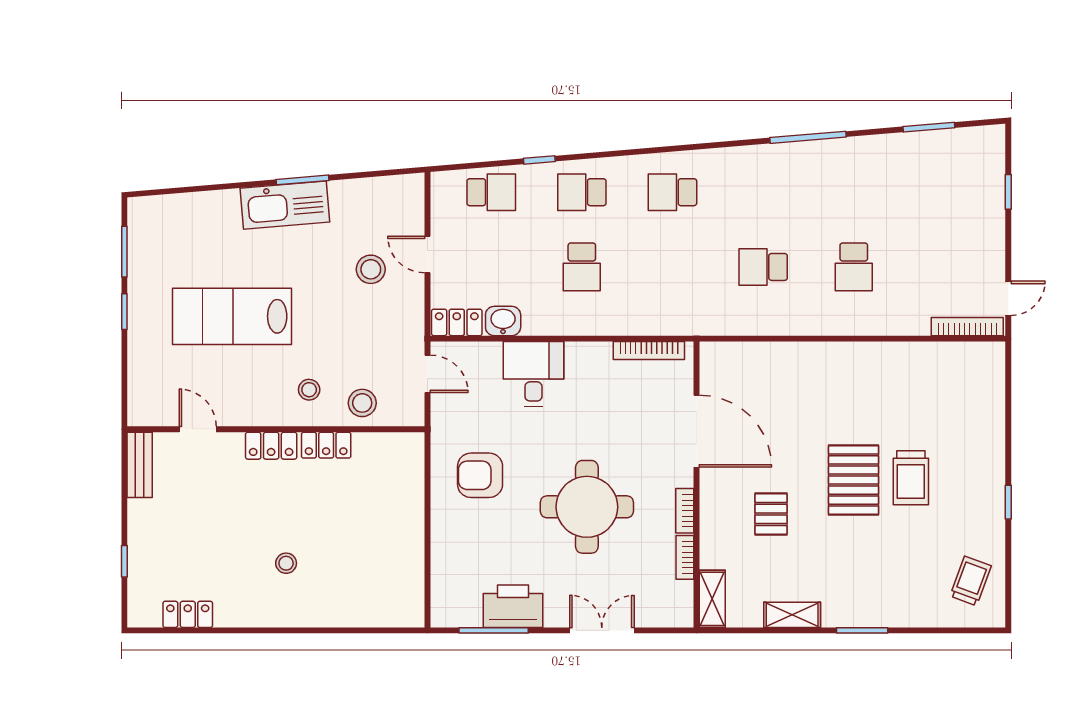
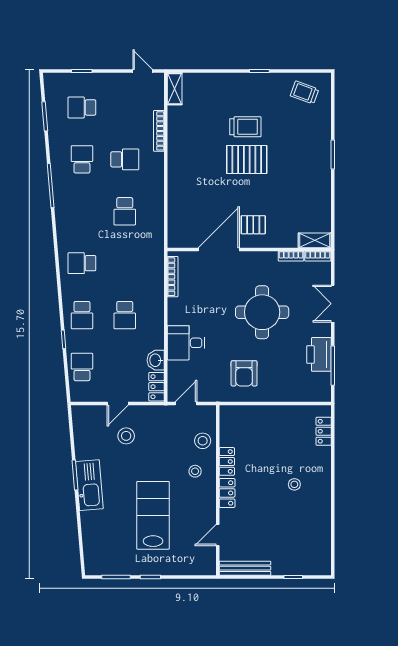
school desk: (672, 192) -> (82, 263), turned 90
school desk: (854, 192) -> (82, 159), added
school desk: (944, 192) -> (82, 107), added
school desk: (582, 267) -> (125, 315), turned 90
lab bench: (232, 316) -> (153, 515), turned 180
bookcase: (967, 327) -> (159, 131), moved
bench: (140, 465) -> (245, 568), width x1.36
bookcase: (685, 511) -> (318, 256), moved
pallet: (771, 514) -> (253, 225), moved
locker: (188, 614) -> (324, 431), moved
shelving: (792, 615) -> (175, 89), moved

